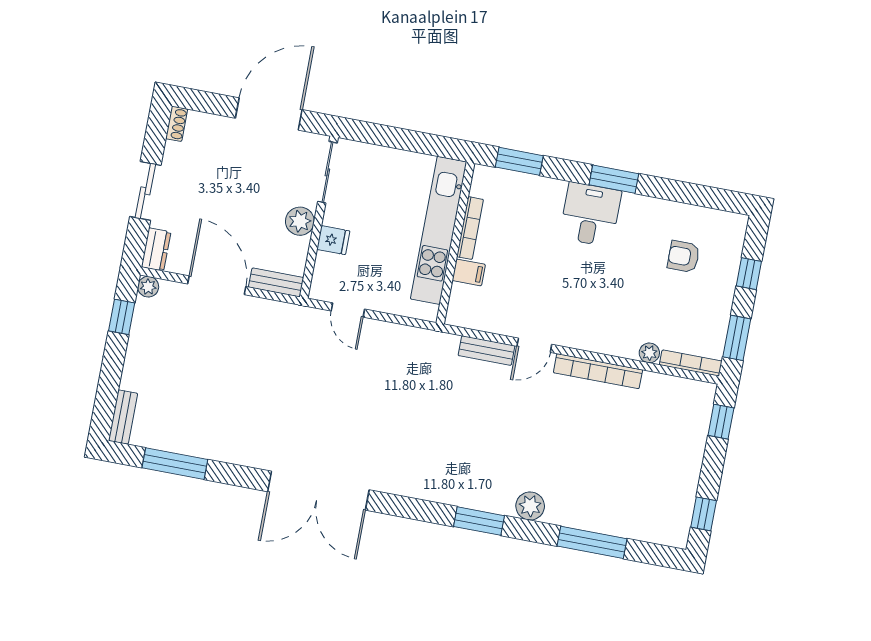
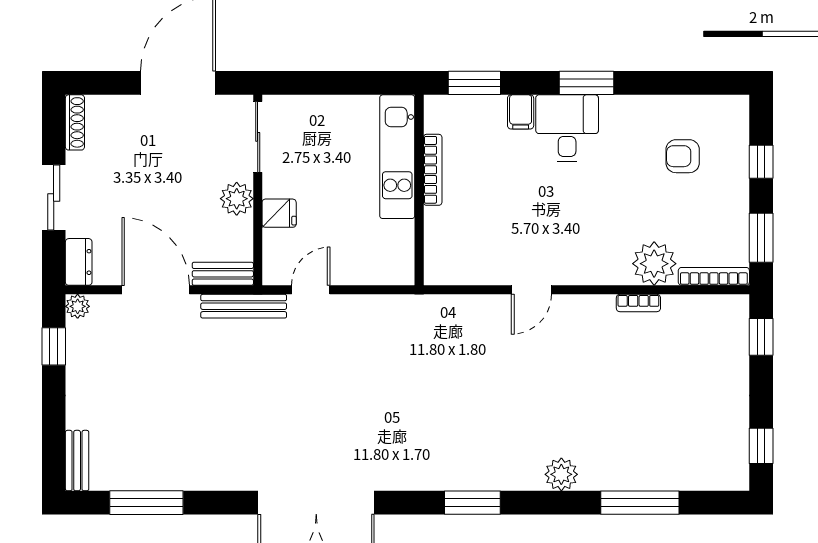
shoe rack: (177, 124) -> (75, 122), width x1.43
kitchen unit: (439, 230) -> (397, 157), width x0.73
filing cabinet: (469, 272) -> (521, 112), moved, turned 90
door: (348, 310) -> (311, 290), swing flipped
bench: (486, 351) -> (244, 306), moved, width x1.36
plant: (649, 353) -> (654, 264), width x1.88, depth x1.88
bookcase: (598, 371) -> (638, 303), width x0.43, depth x0.76
window: (479, 521) -> (472, 503), moved

